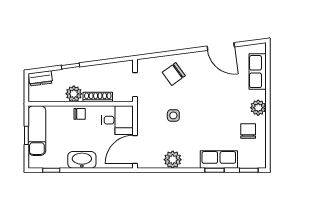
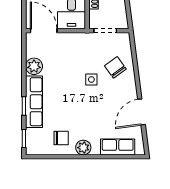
side table: (173, 115) -> (91, 80), moved
row of seats: (219, 160) -> (34, 102), width x1.48

